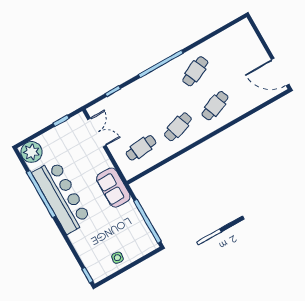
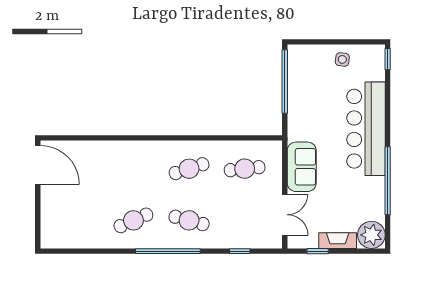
cafe table: (215, 106) -> (189, 220), moved, turned 36
double door: (97, 132) -> (285, 215), swing flipped
fireplace: (52, 135) -> (338, 241), added
sofa: (113, 188) -> (302, 167), moved
bar counter: (62, 197) -> (366, 129), moved

